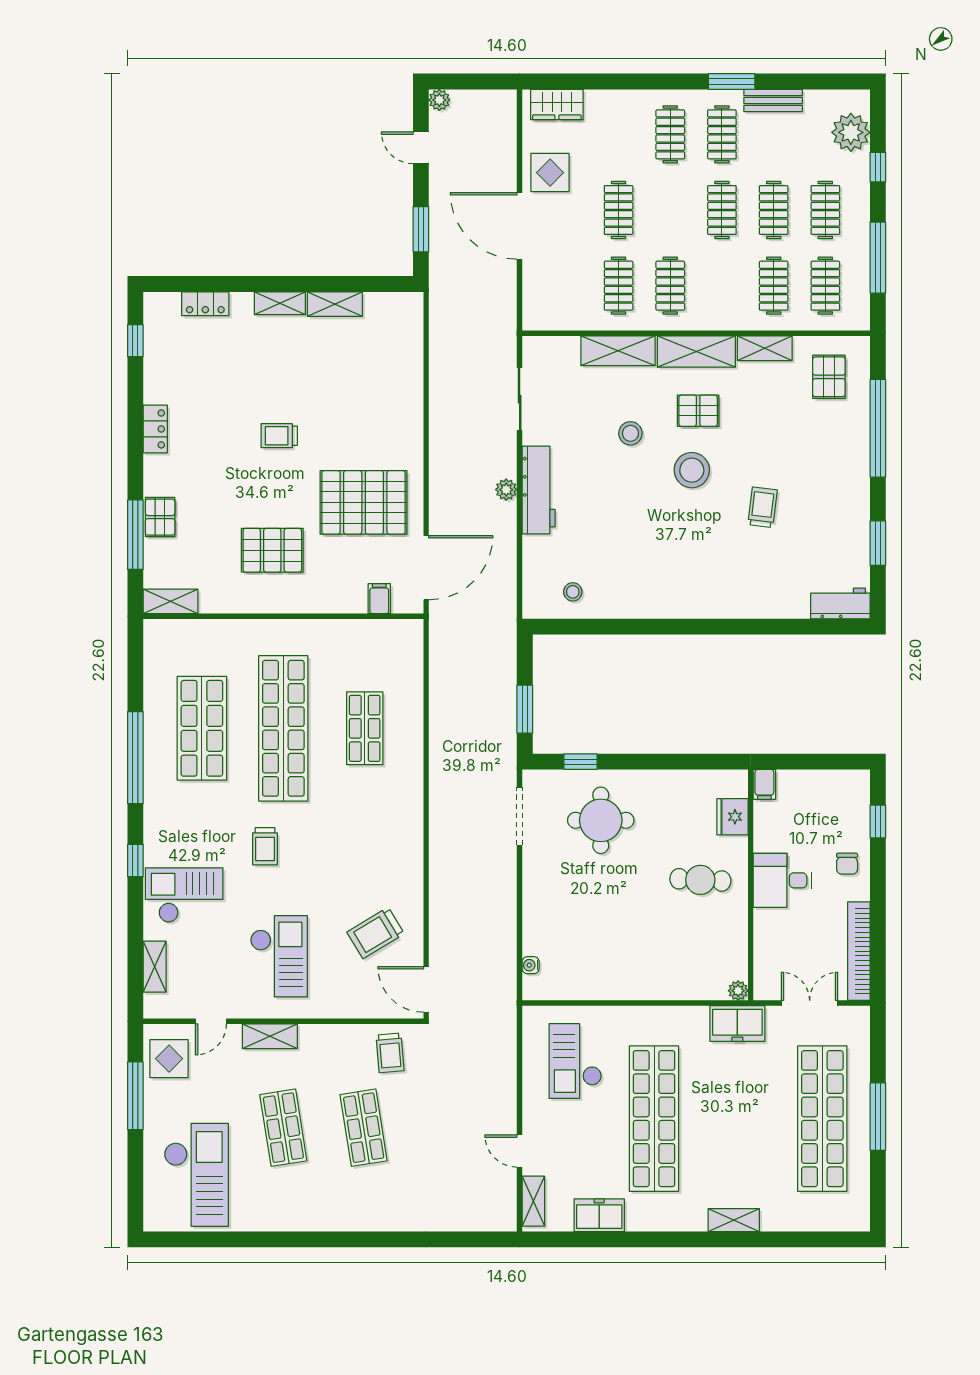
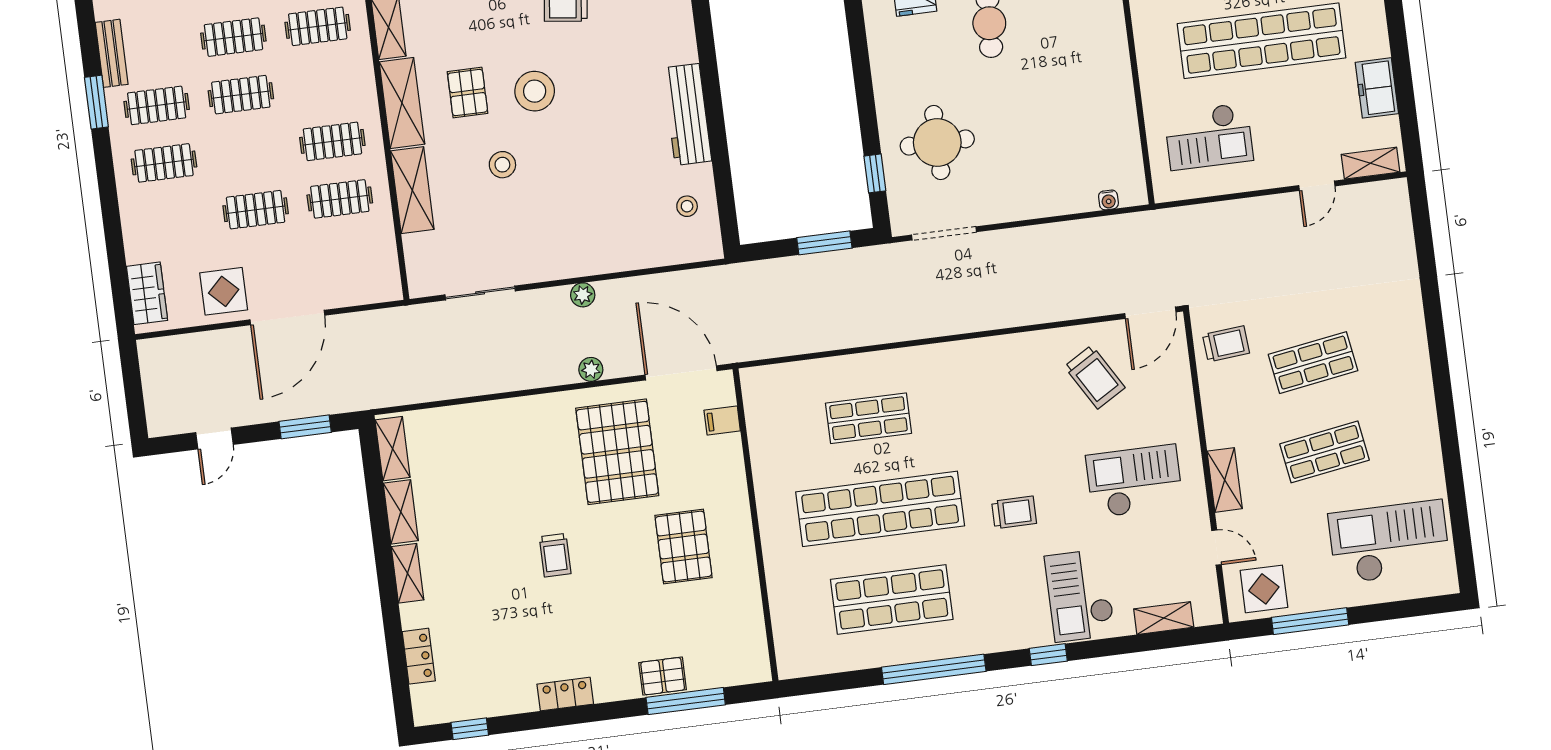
plant: (439, 100) -> (591, 369), moved
workbench: (539, 490) -> (687, 114), moved, turned -90
shelving: (170, 601) -> (393, 449), moved

